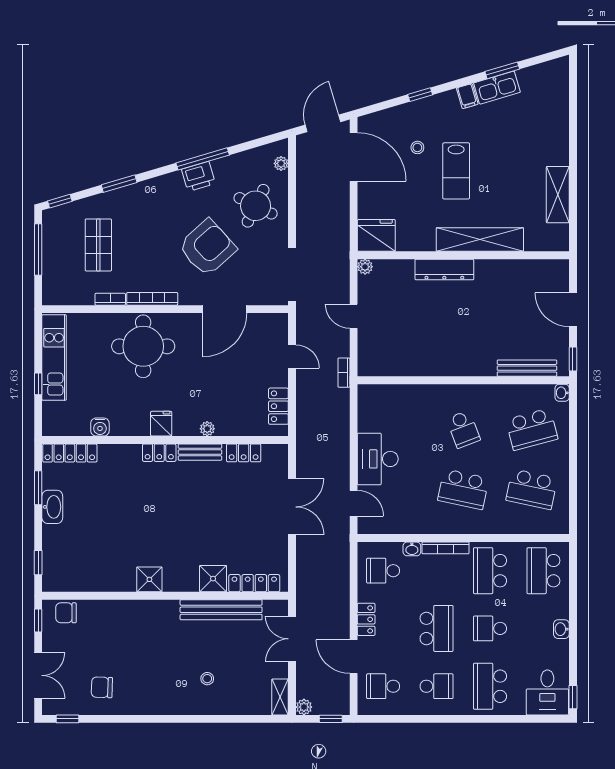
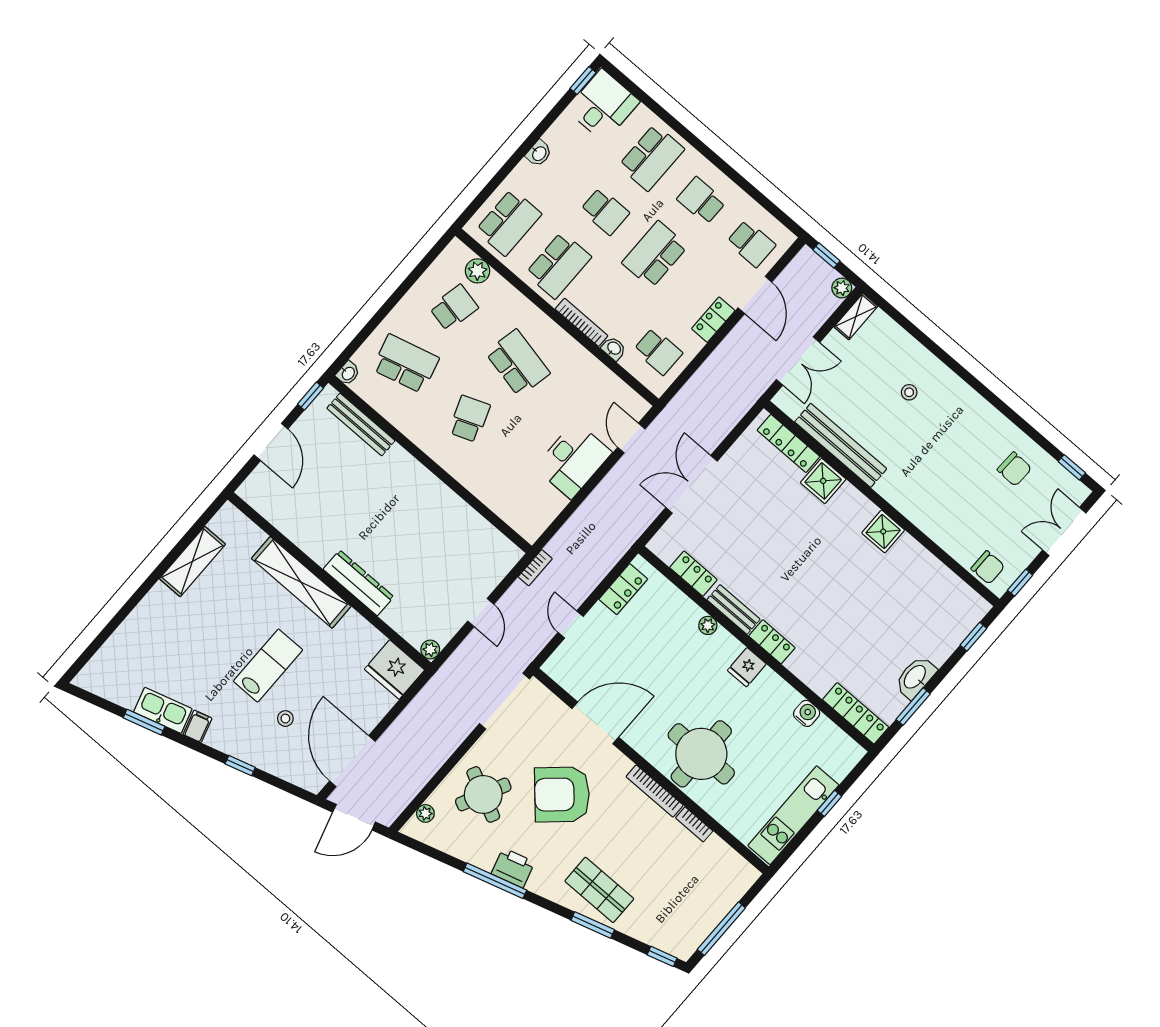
shop shelf: (98, 245) -> (599, 890), moved, turned 90
school desk: (532, 489) -> (454, 308), width x0.54
plant: (537, 524) -> (478, 271), added

